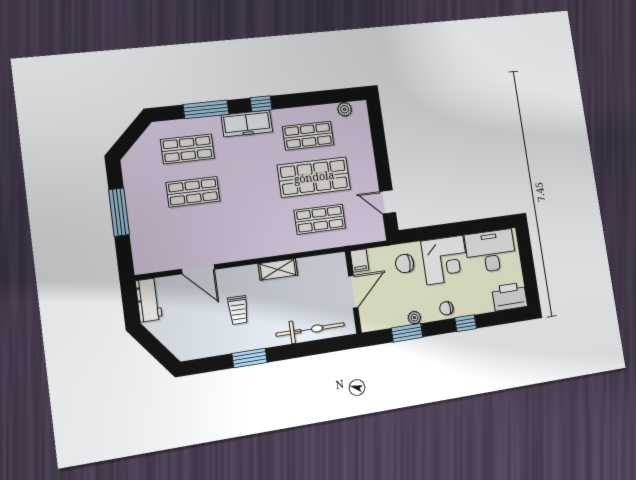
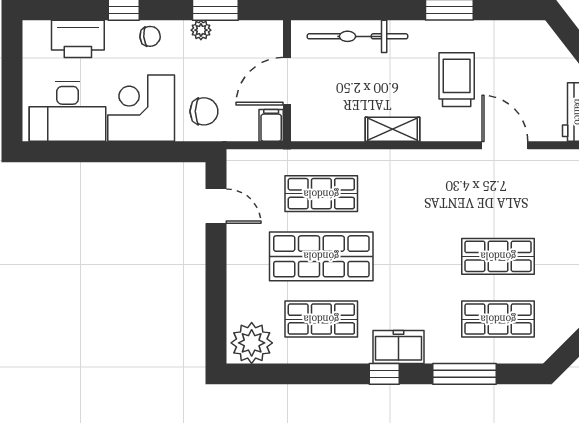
plant: (345, 109) -> (252, 343), width x1.88, depth x1.88
freezer: (247, 123) -> (398, 347), width x0.71
printer: (510, 297) -> (78, 39), moved
trolley: (238, 310) -> (457, 80), width x1.36, depth x1.39

